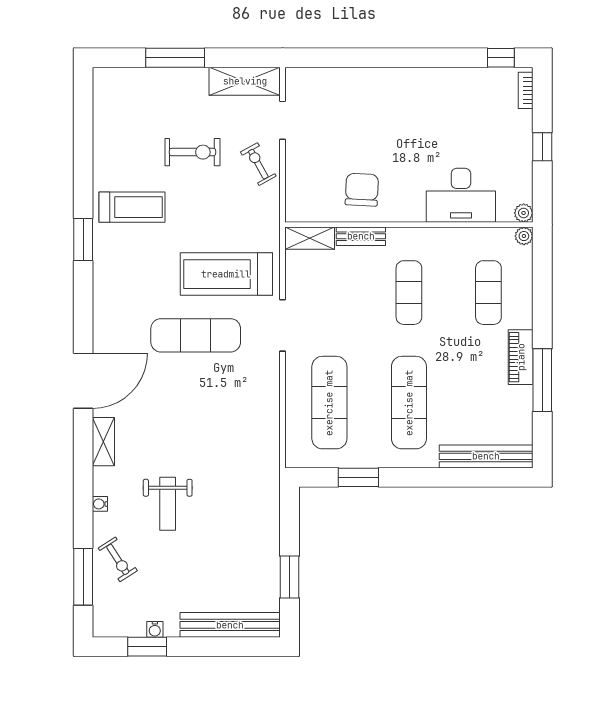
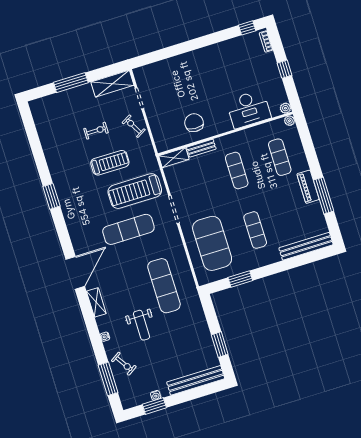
exercise bike: (192, 152) -> (96, 131), width x0.73, depth x0.72
treadmill: (132, 207) -> (110, 163), moved
exercise mat: (329, 403) -> (212, 243), width x1.47
exercise mat: (409, 403) -> (255, 230), width x0.73, depth x0.69
exercise mat: (226, 449) -> (164, 286), added

